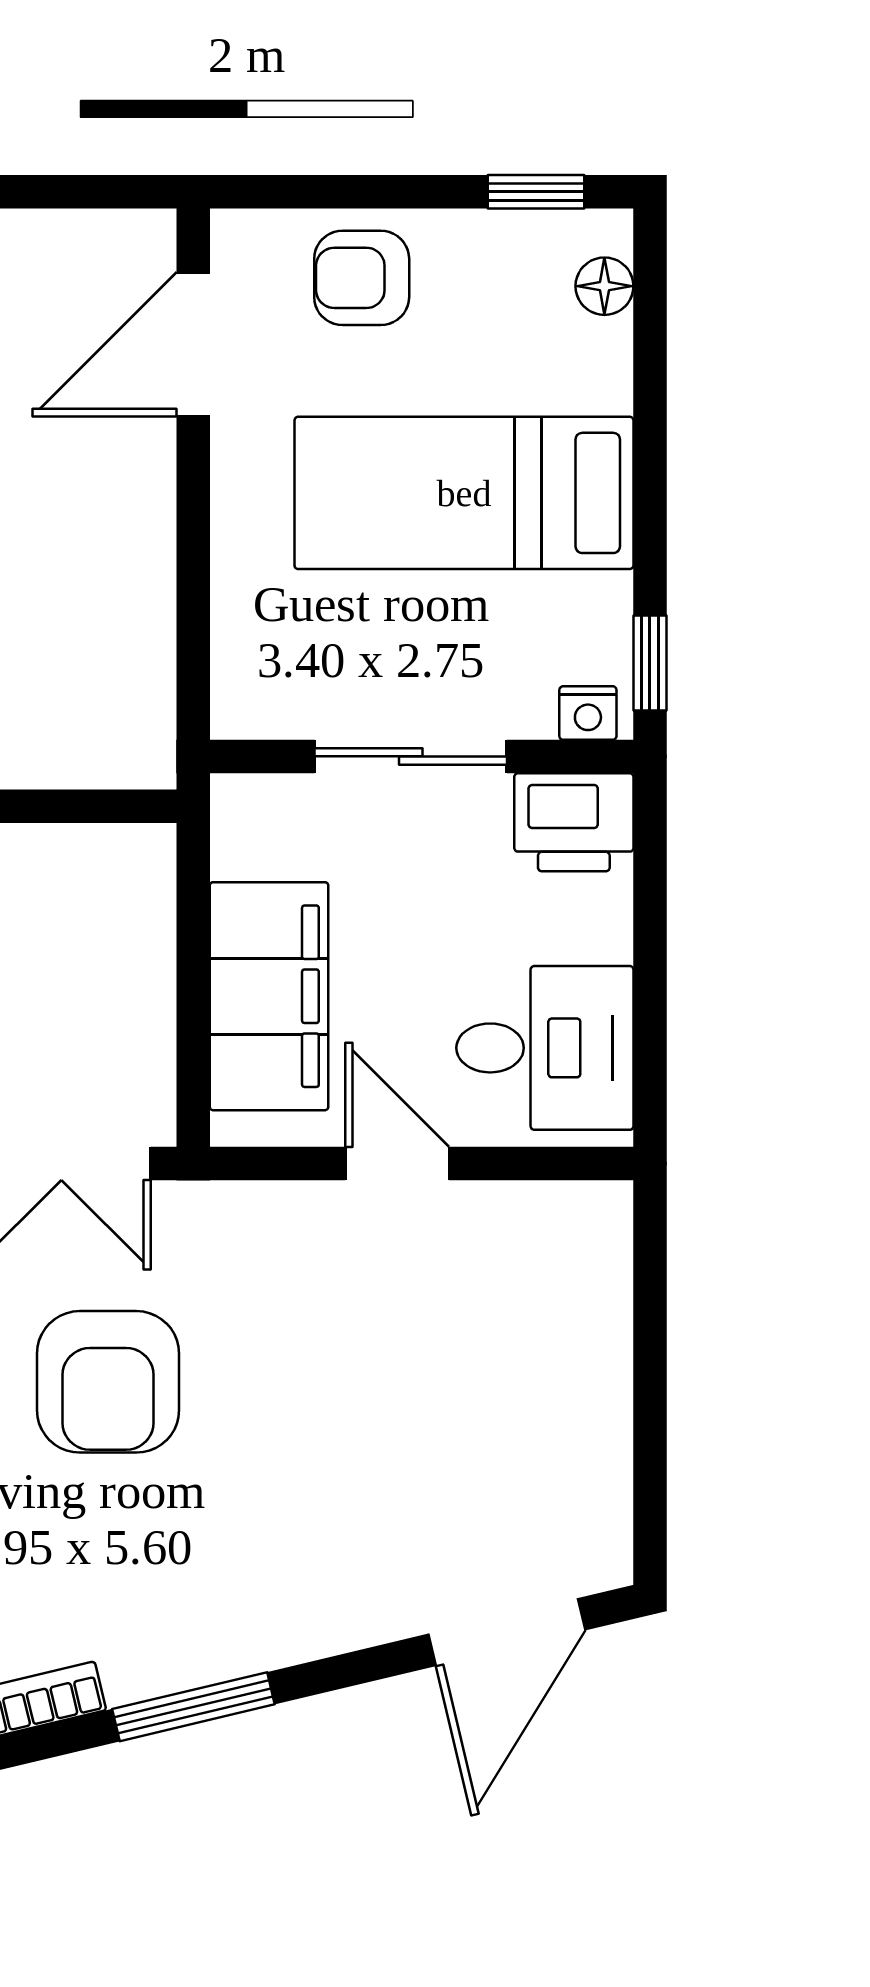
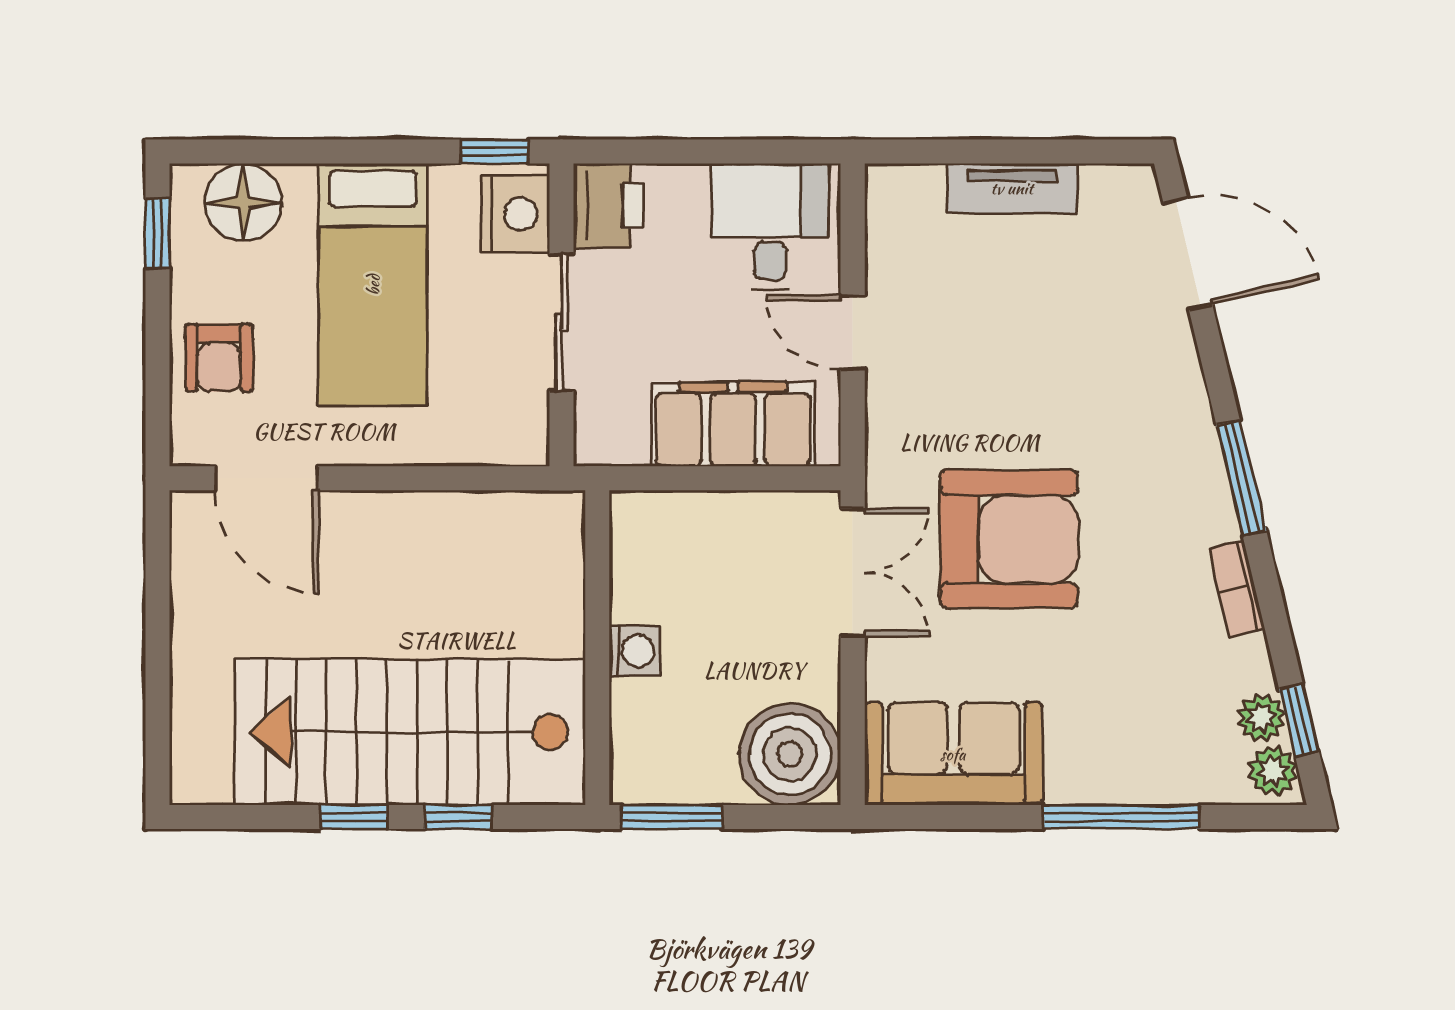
floor lamp: (604, 286) -> (243, 202), width x1.89, depth x1.89
nightstand: (588, 713) -> (515, 214), width x1.89, depth x1.79
door: (397, 1163) -> (853, 332), hinge flipped
armchair: (108, 1382) -> (1009, 539), width x1.36, depth x1.36
tv unit: (599, 1386) -> (1012, 188), added

